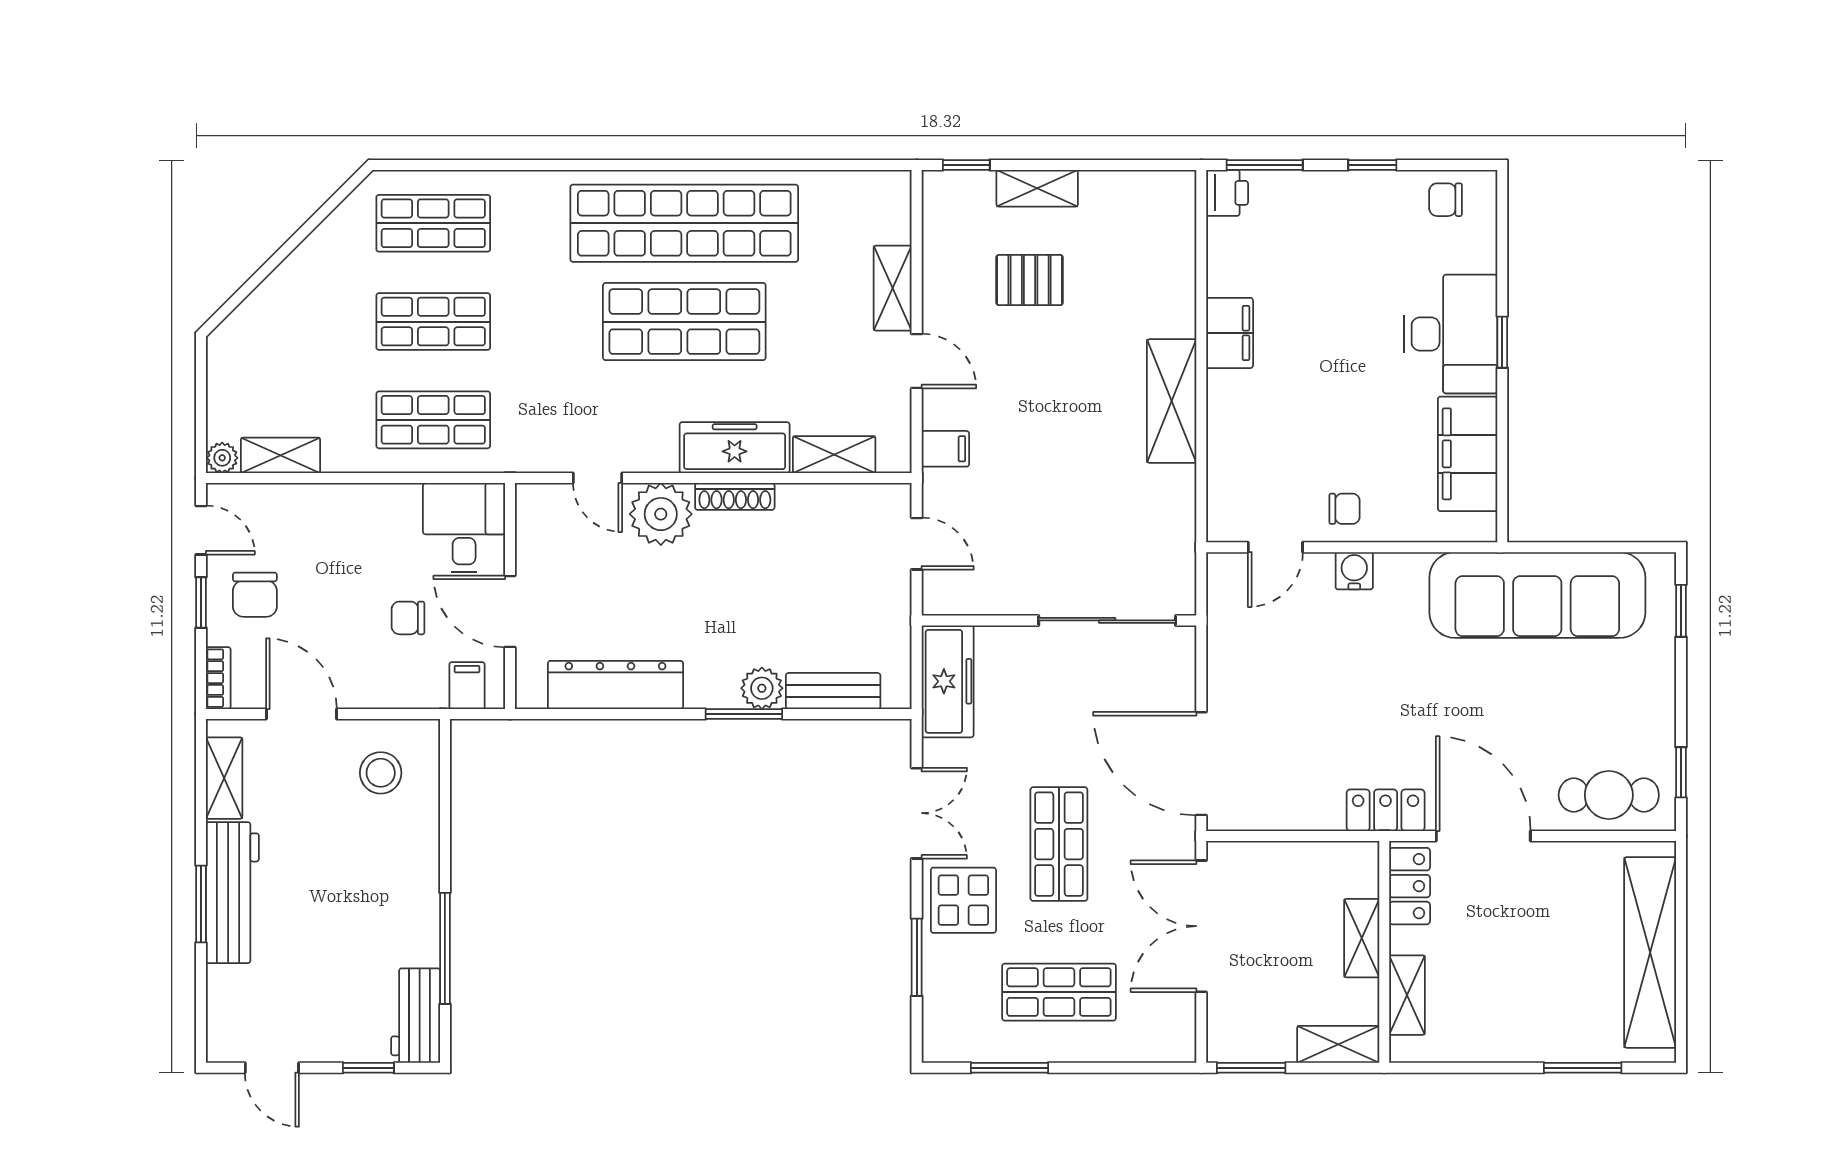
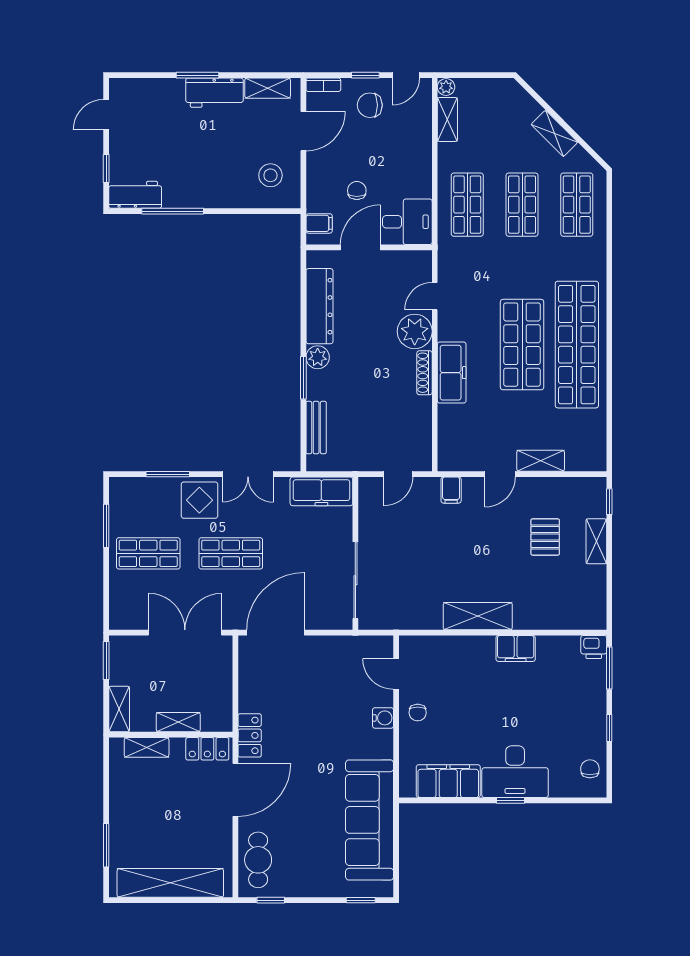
shelving: (834, 455) -> (554, 133), moved, turned -45
plant: (762, 688) -> (318, 357), moved
workbench: (232, 893) -> (214, 93), width x0.73
shop shelf: (1059, 992) -> (148, 553), turned 90

